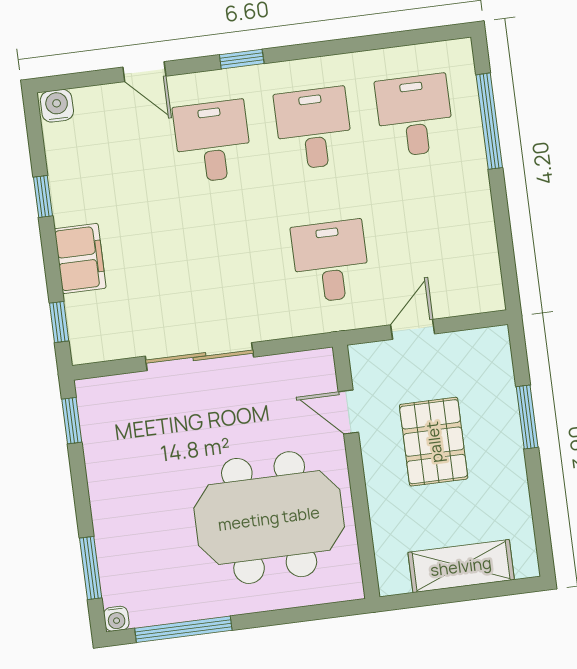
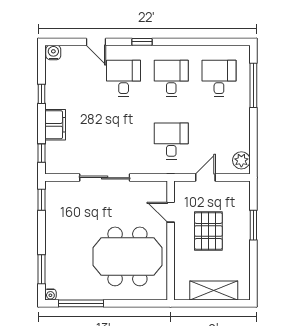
plant: (484, 283) -> (241, 160), added

